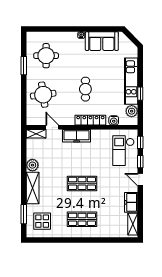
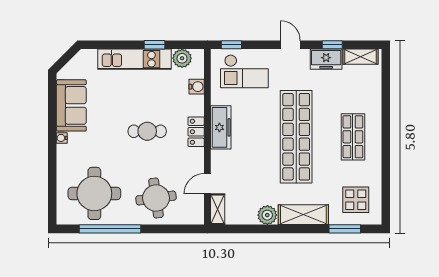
round table: (46, 56) -> (94, 193), width x1.36, depth x1.36
window: (24, 66) -> (110, 229), width x2.11
locker: (90, 120) -> (196, 132), width x0.66
freezer: (77, 136) -> (221, 127), moved
window: (140, 162) -> (332, 45), moved
door: (140, 180) -> (290, 45), swing flipped
shop shelf: (82, 183) -> (296, 137), width x2.00, depth x1.36

